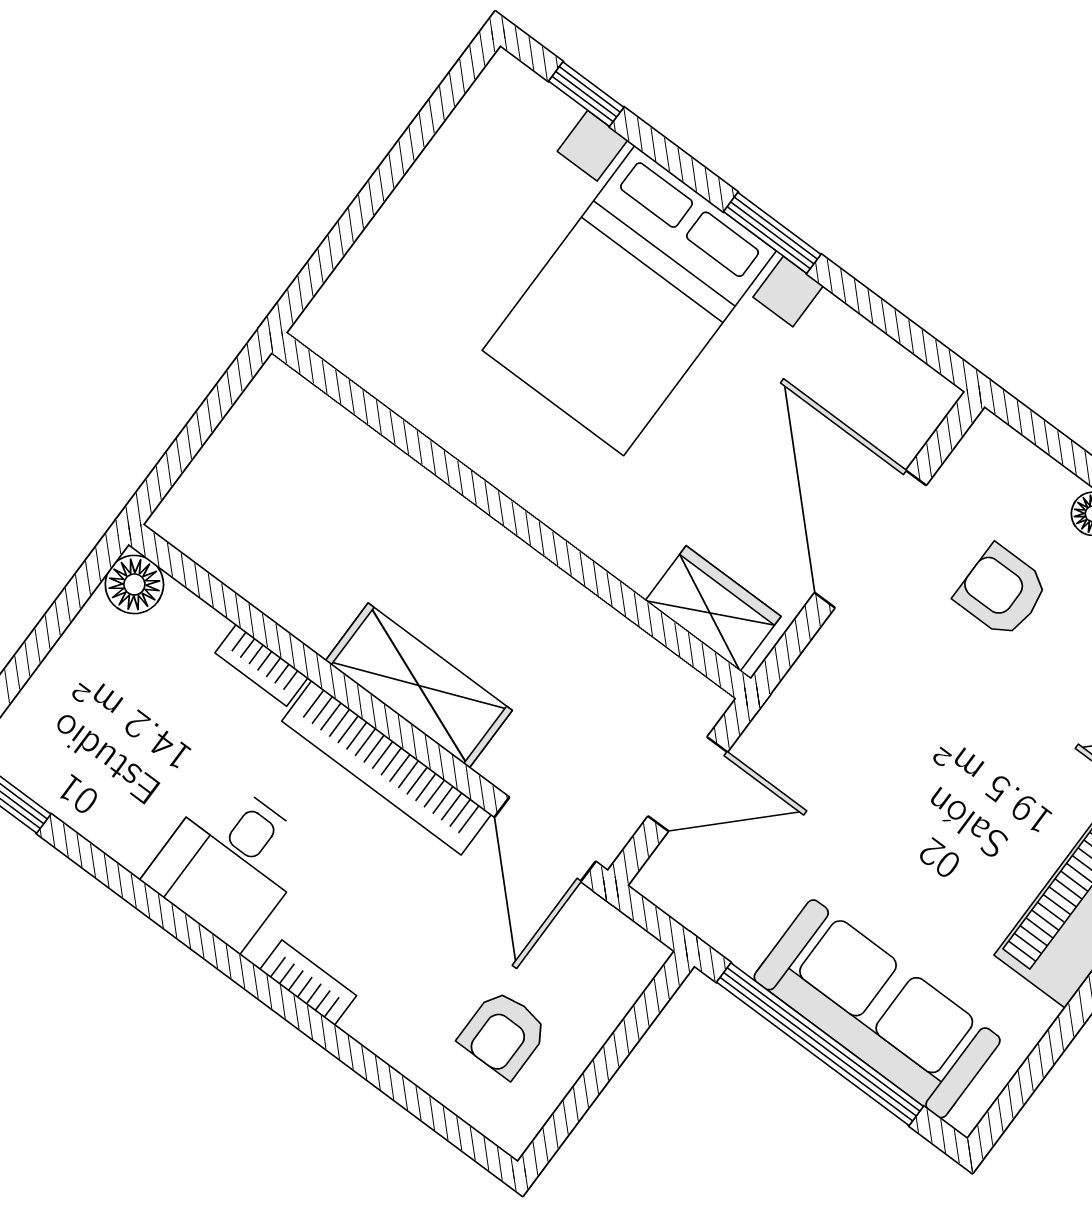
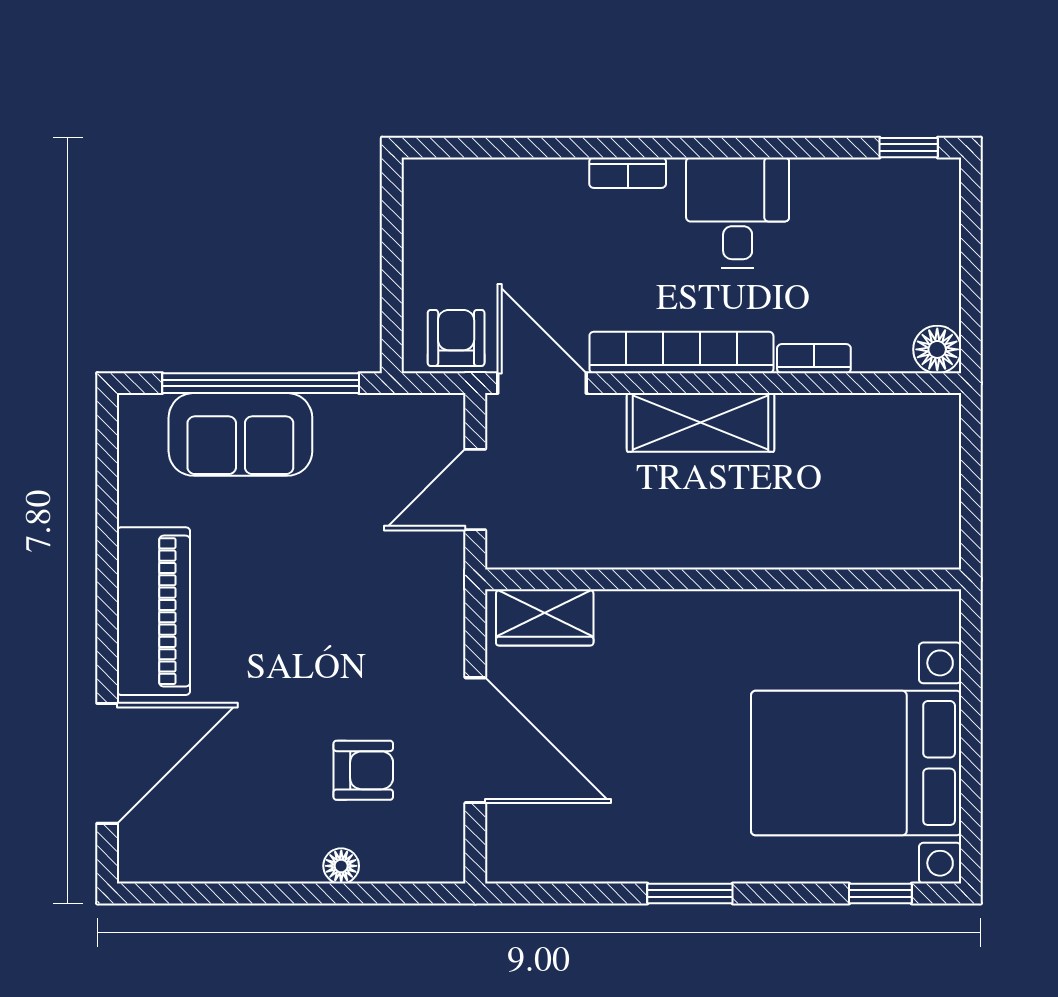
bed with nightstands: (629, 301) -> (856, 763), moved, turned -90
sofa: (877, 1009) -> (240, 434), width x0.73
armchair: (504, 1034) -> (456, 338), moved

